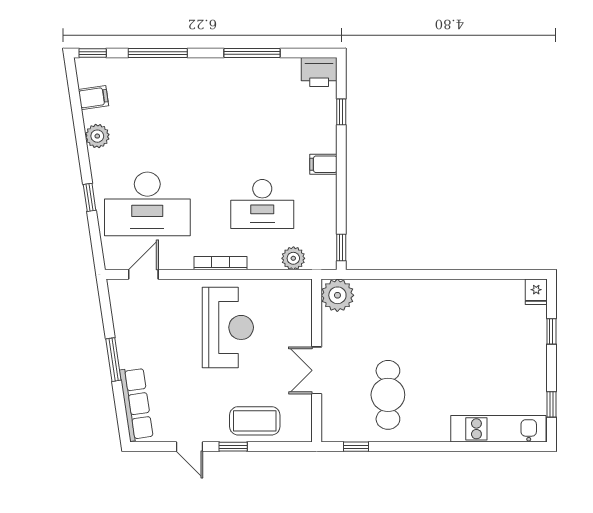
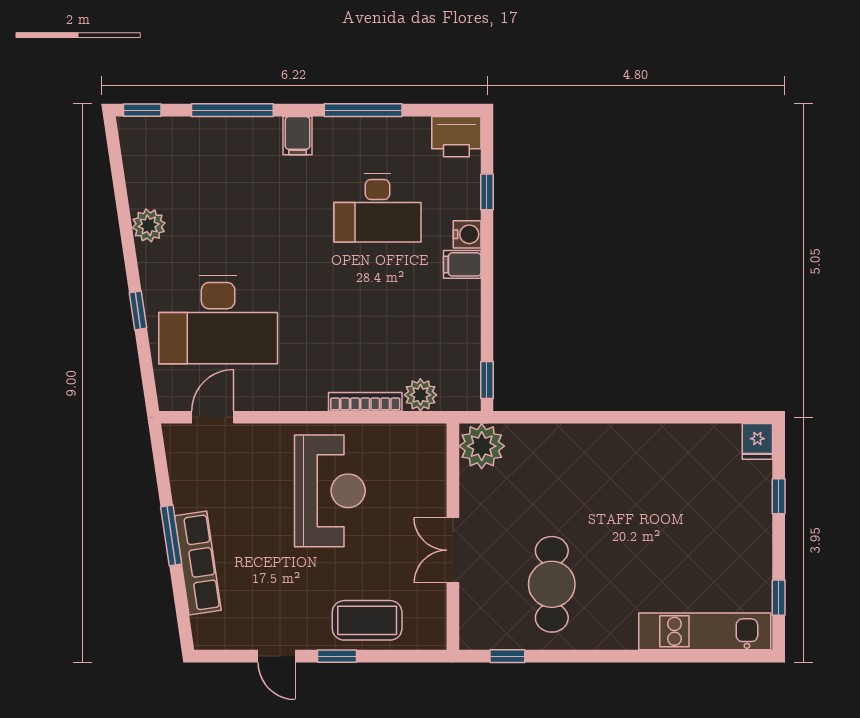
filing cabinet: (93, 98) -> (297, 136), moved, turned 98
water cooler: (327, 142) -> (467, 234), added
desk: (262, 204) -> (377, 208), moved
bookcase: (221, 263) -> (365, 402), moved
row of seats: (136, 404) -> (198, 563), moved

